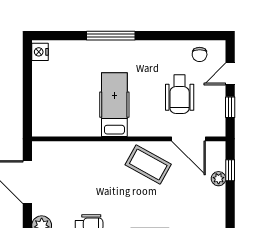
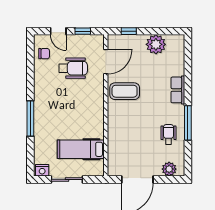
sliding door: (27, 86) -> (67, 179), added
hospital bed: (114, 105) -> (81, 149), moved
coffee table: (148, 165) -> (125, 91), turned 61
plant: (219, 179) -> (156, 44), moved, width x1.87, depth x1.87

